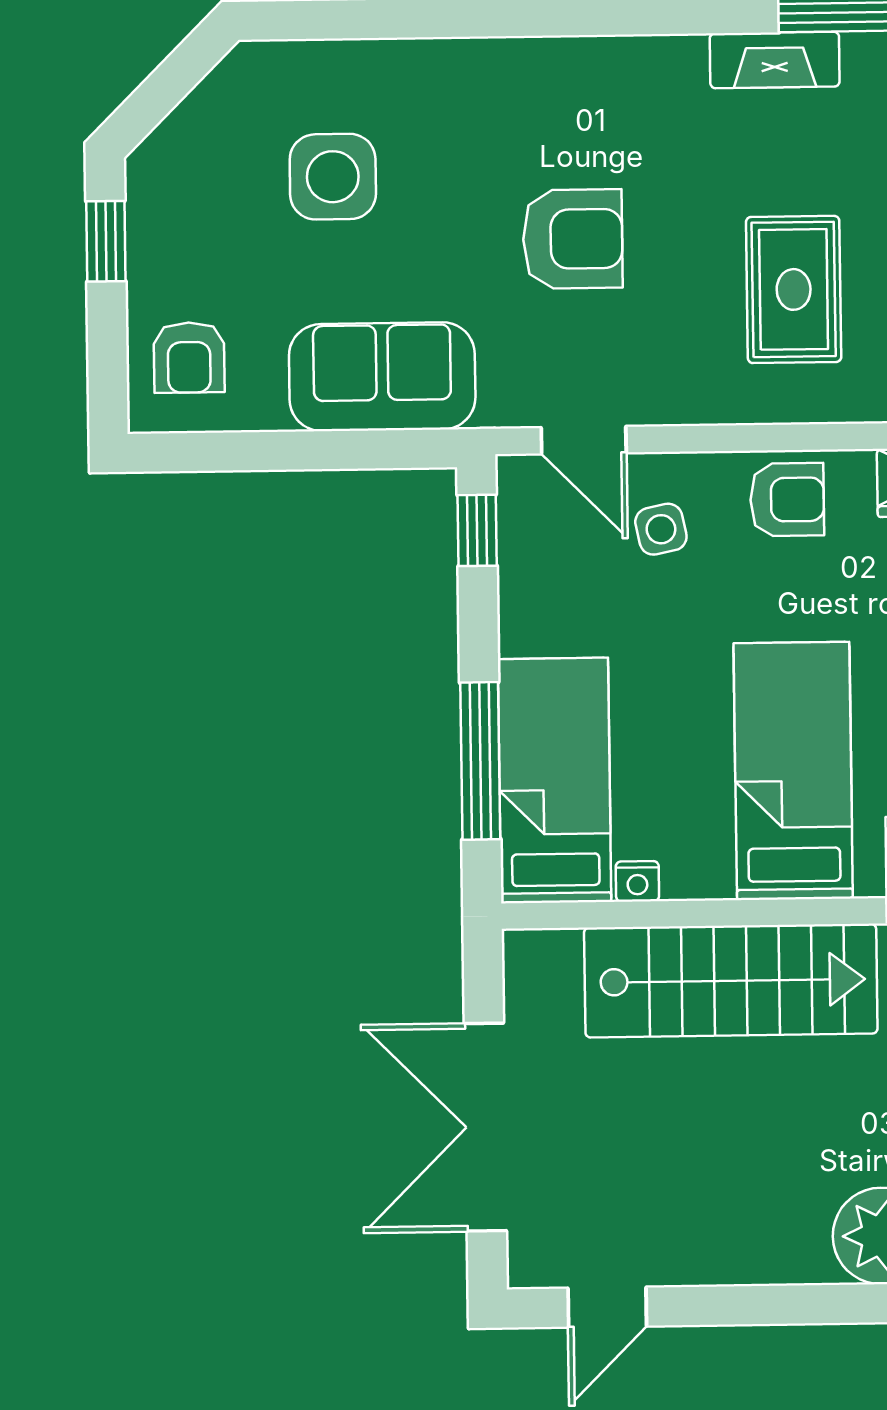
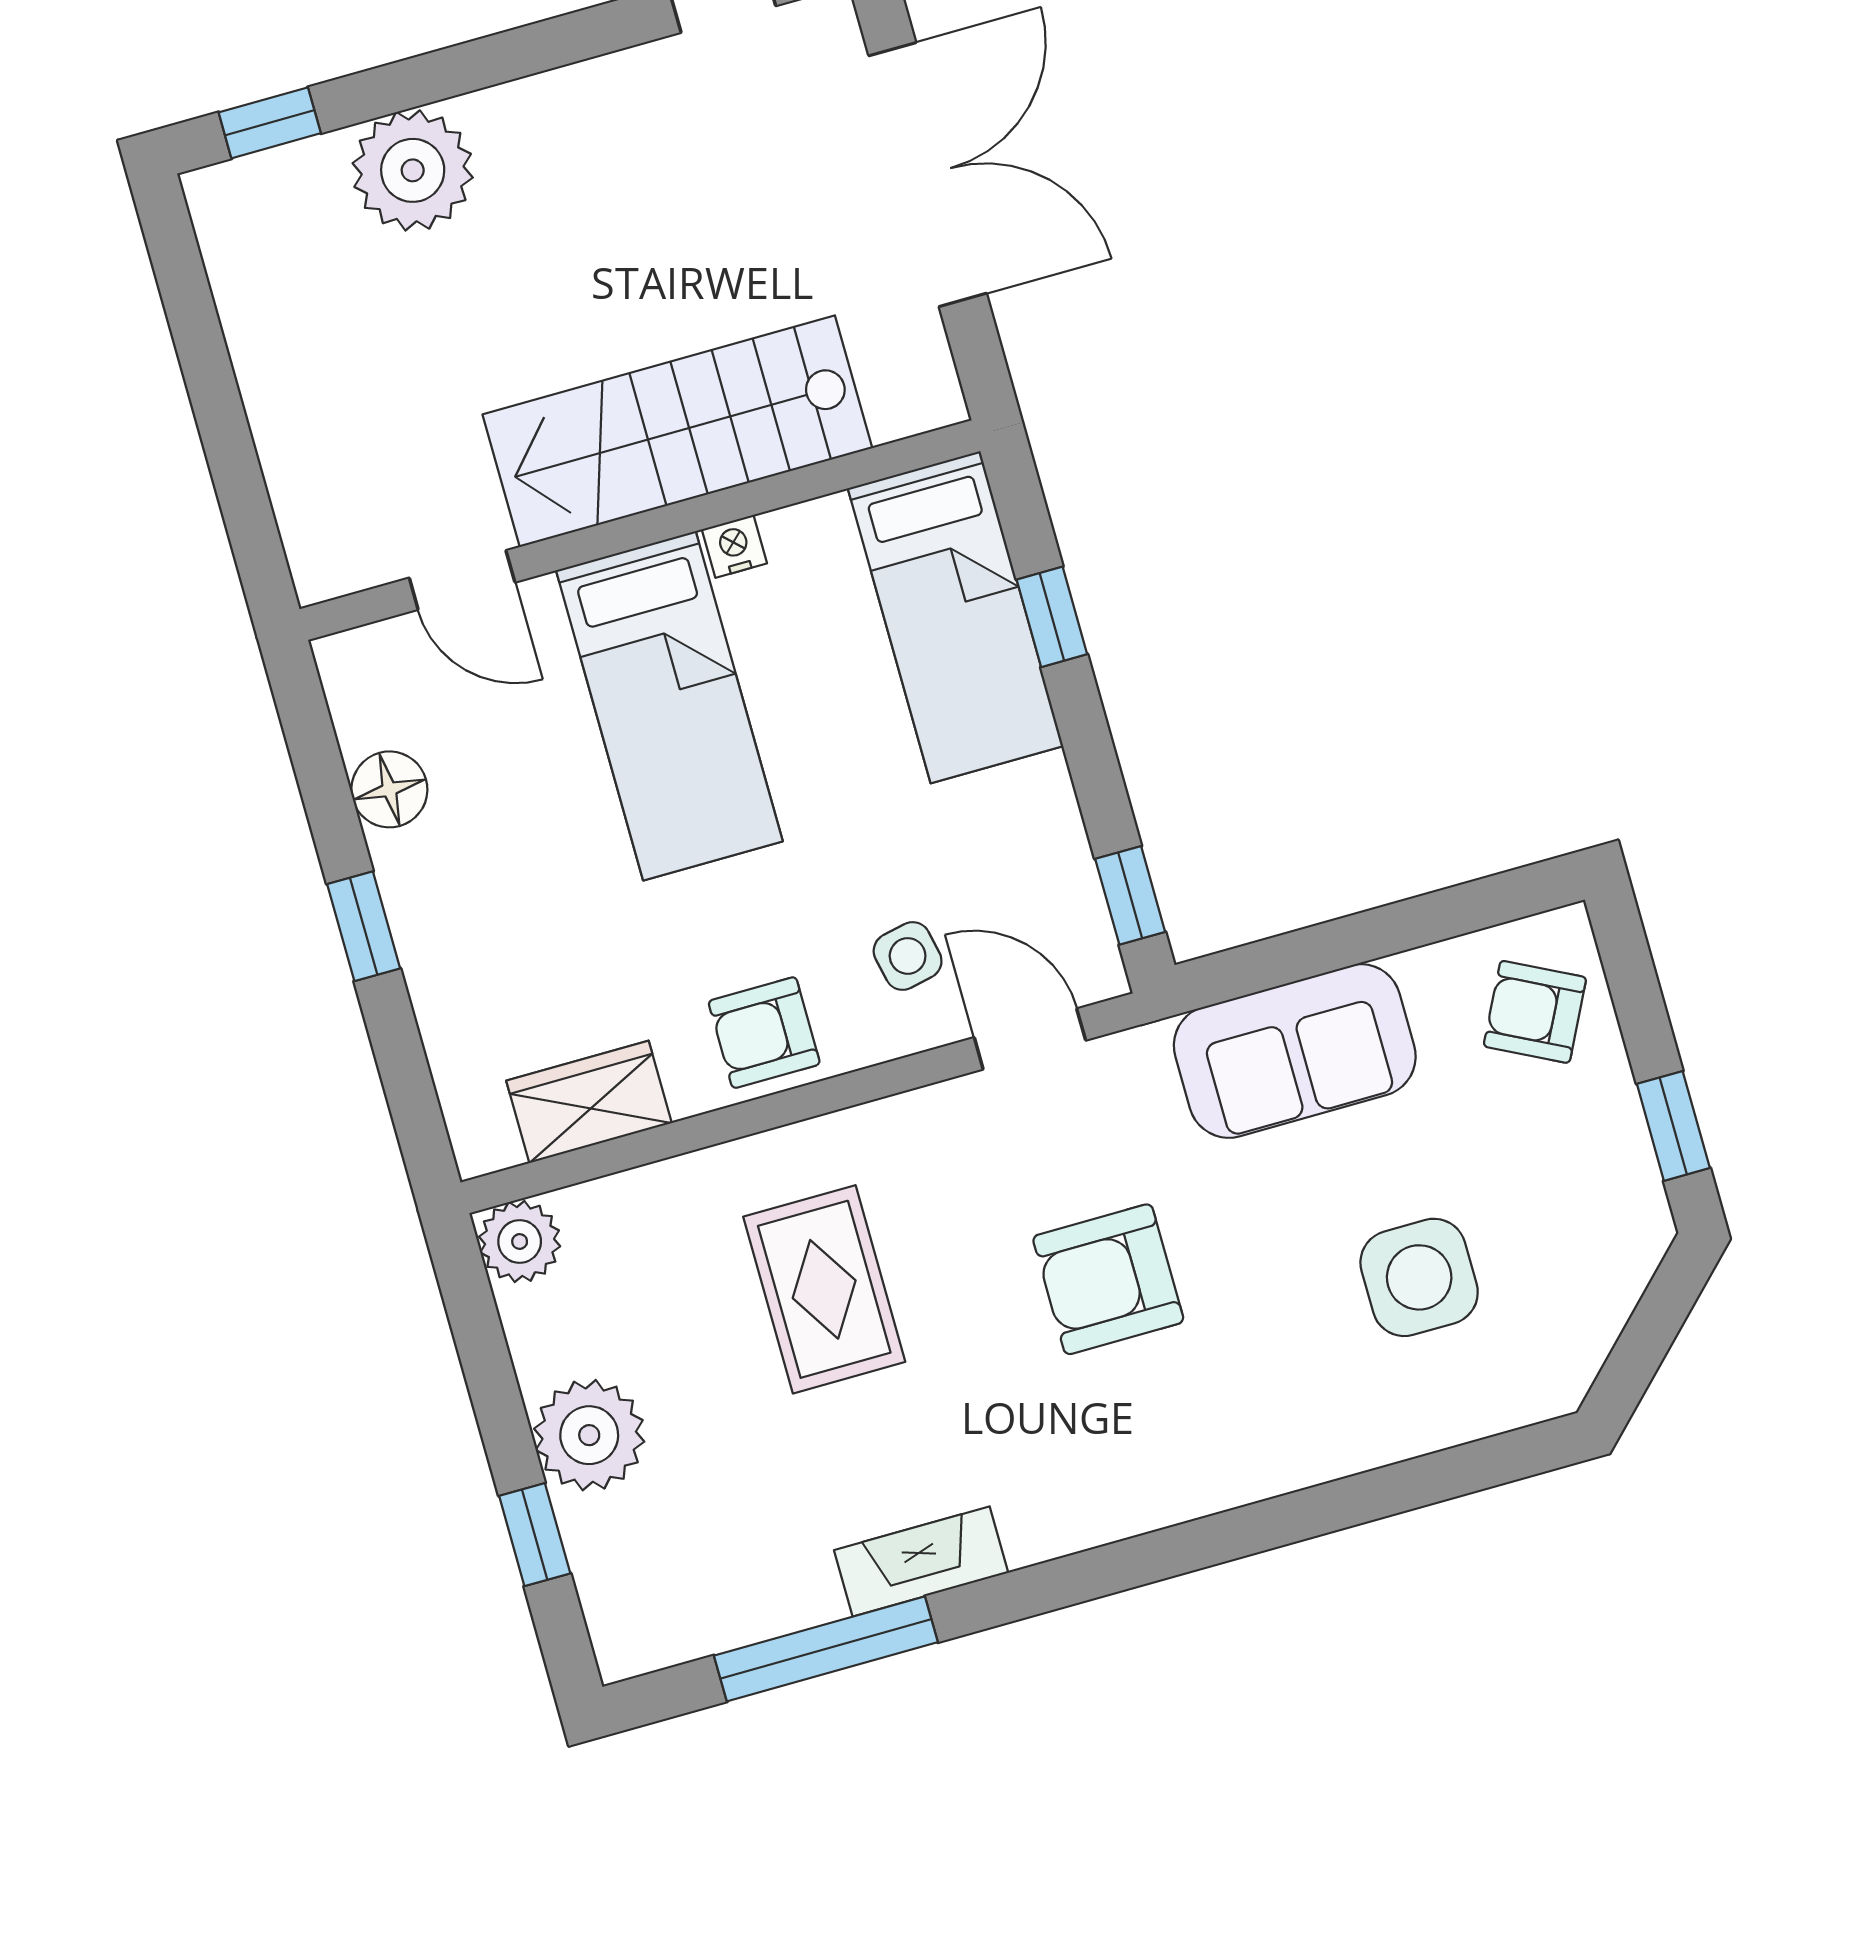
armchair: (189, 358) -> (1535, 1012), turned -63
window: (480, 761) -> (1052, 617), width x0.46
nightstand: (637, 881) -> (734, 546), moved

